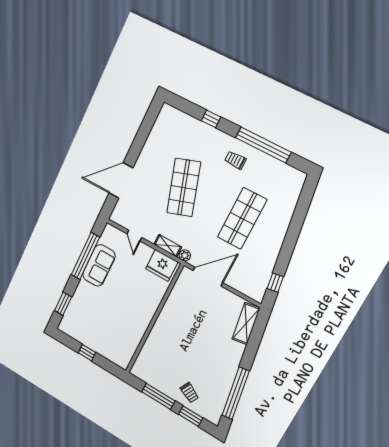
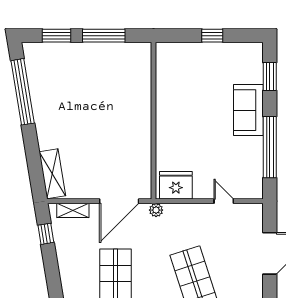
shelving: (168, 246) -> (73, 210), moved
sofa: (99, 265) -> (248, 110), moved
trolley: (189, 393) -> (72, 62), removed

